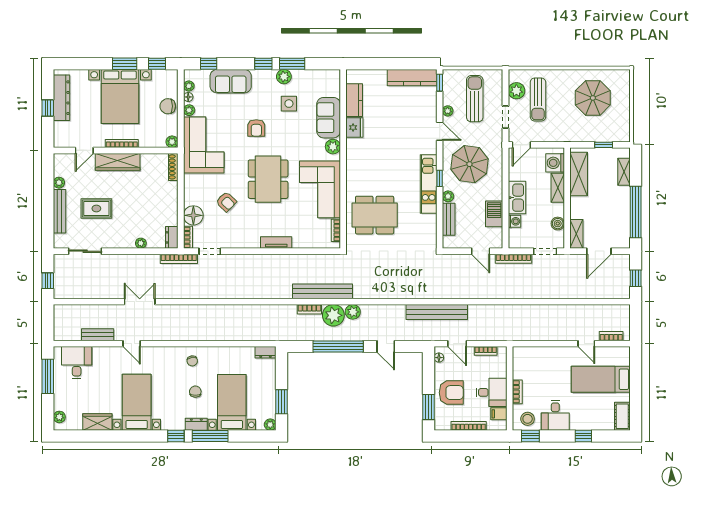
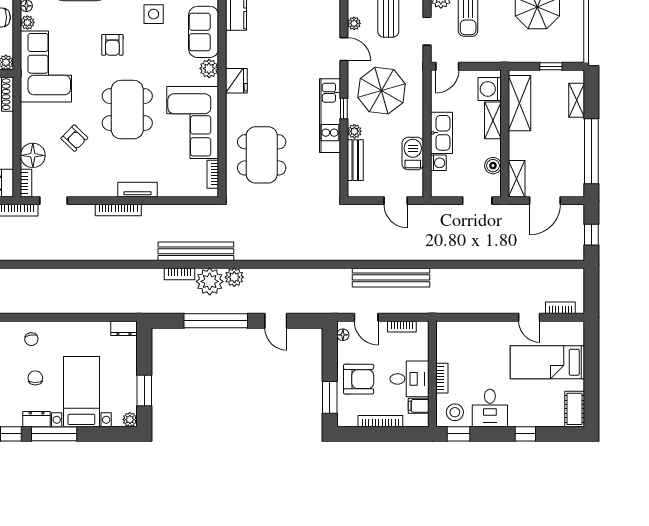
fridge: (354, 128) -> (236, 81), moved
dining table: (375, 215) -> (262, 155), turned 90
bookcase: (513, 259) -> (118, 210), moved
bench: (437, 312) -> (391, 277), moved

